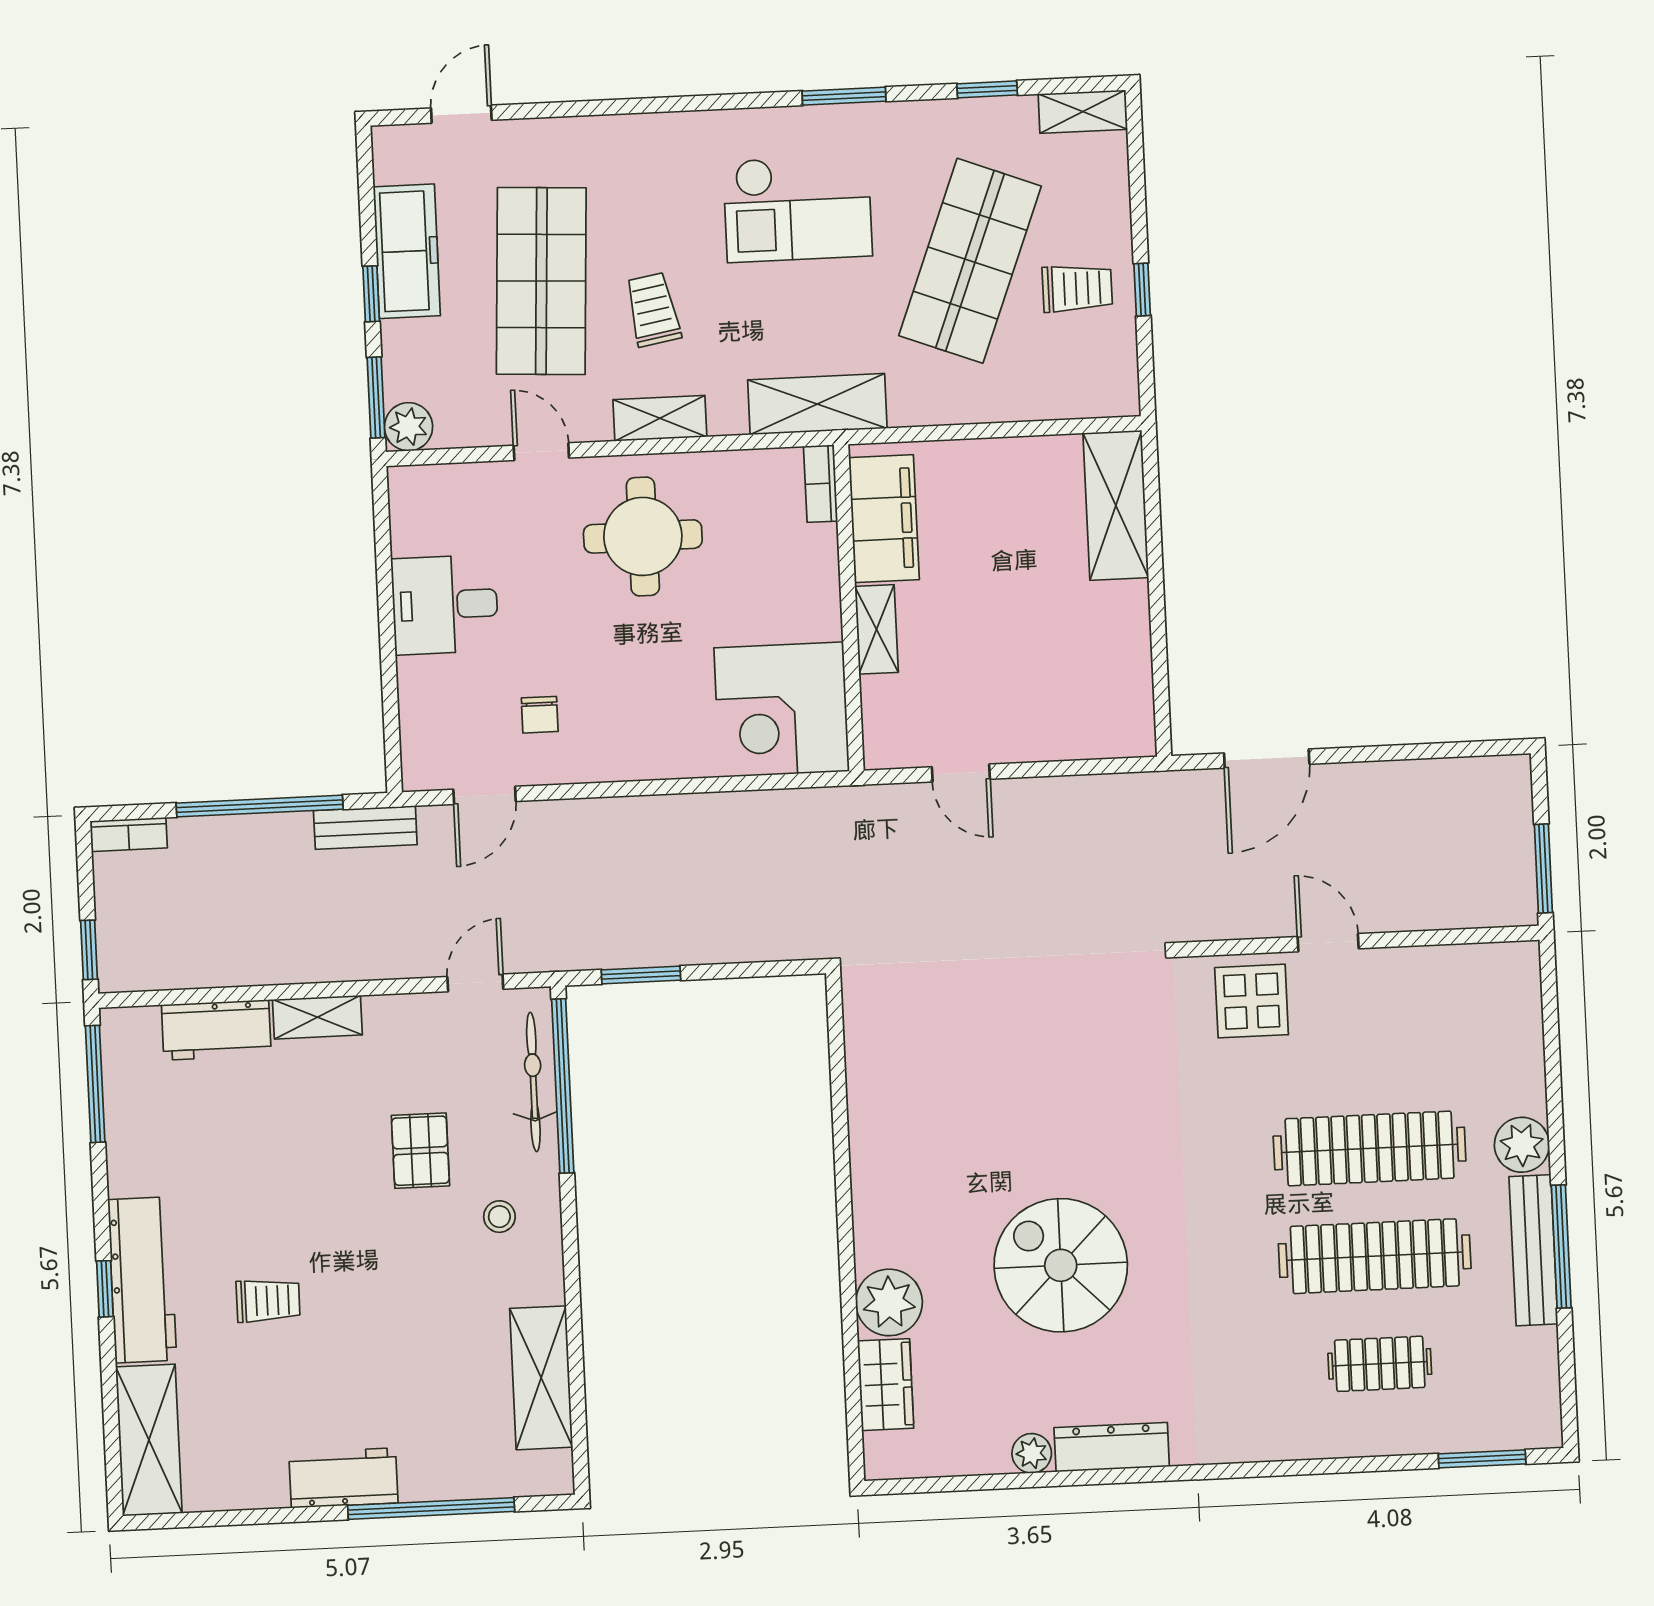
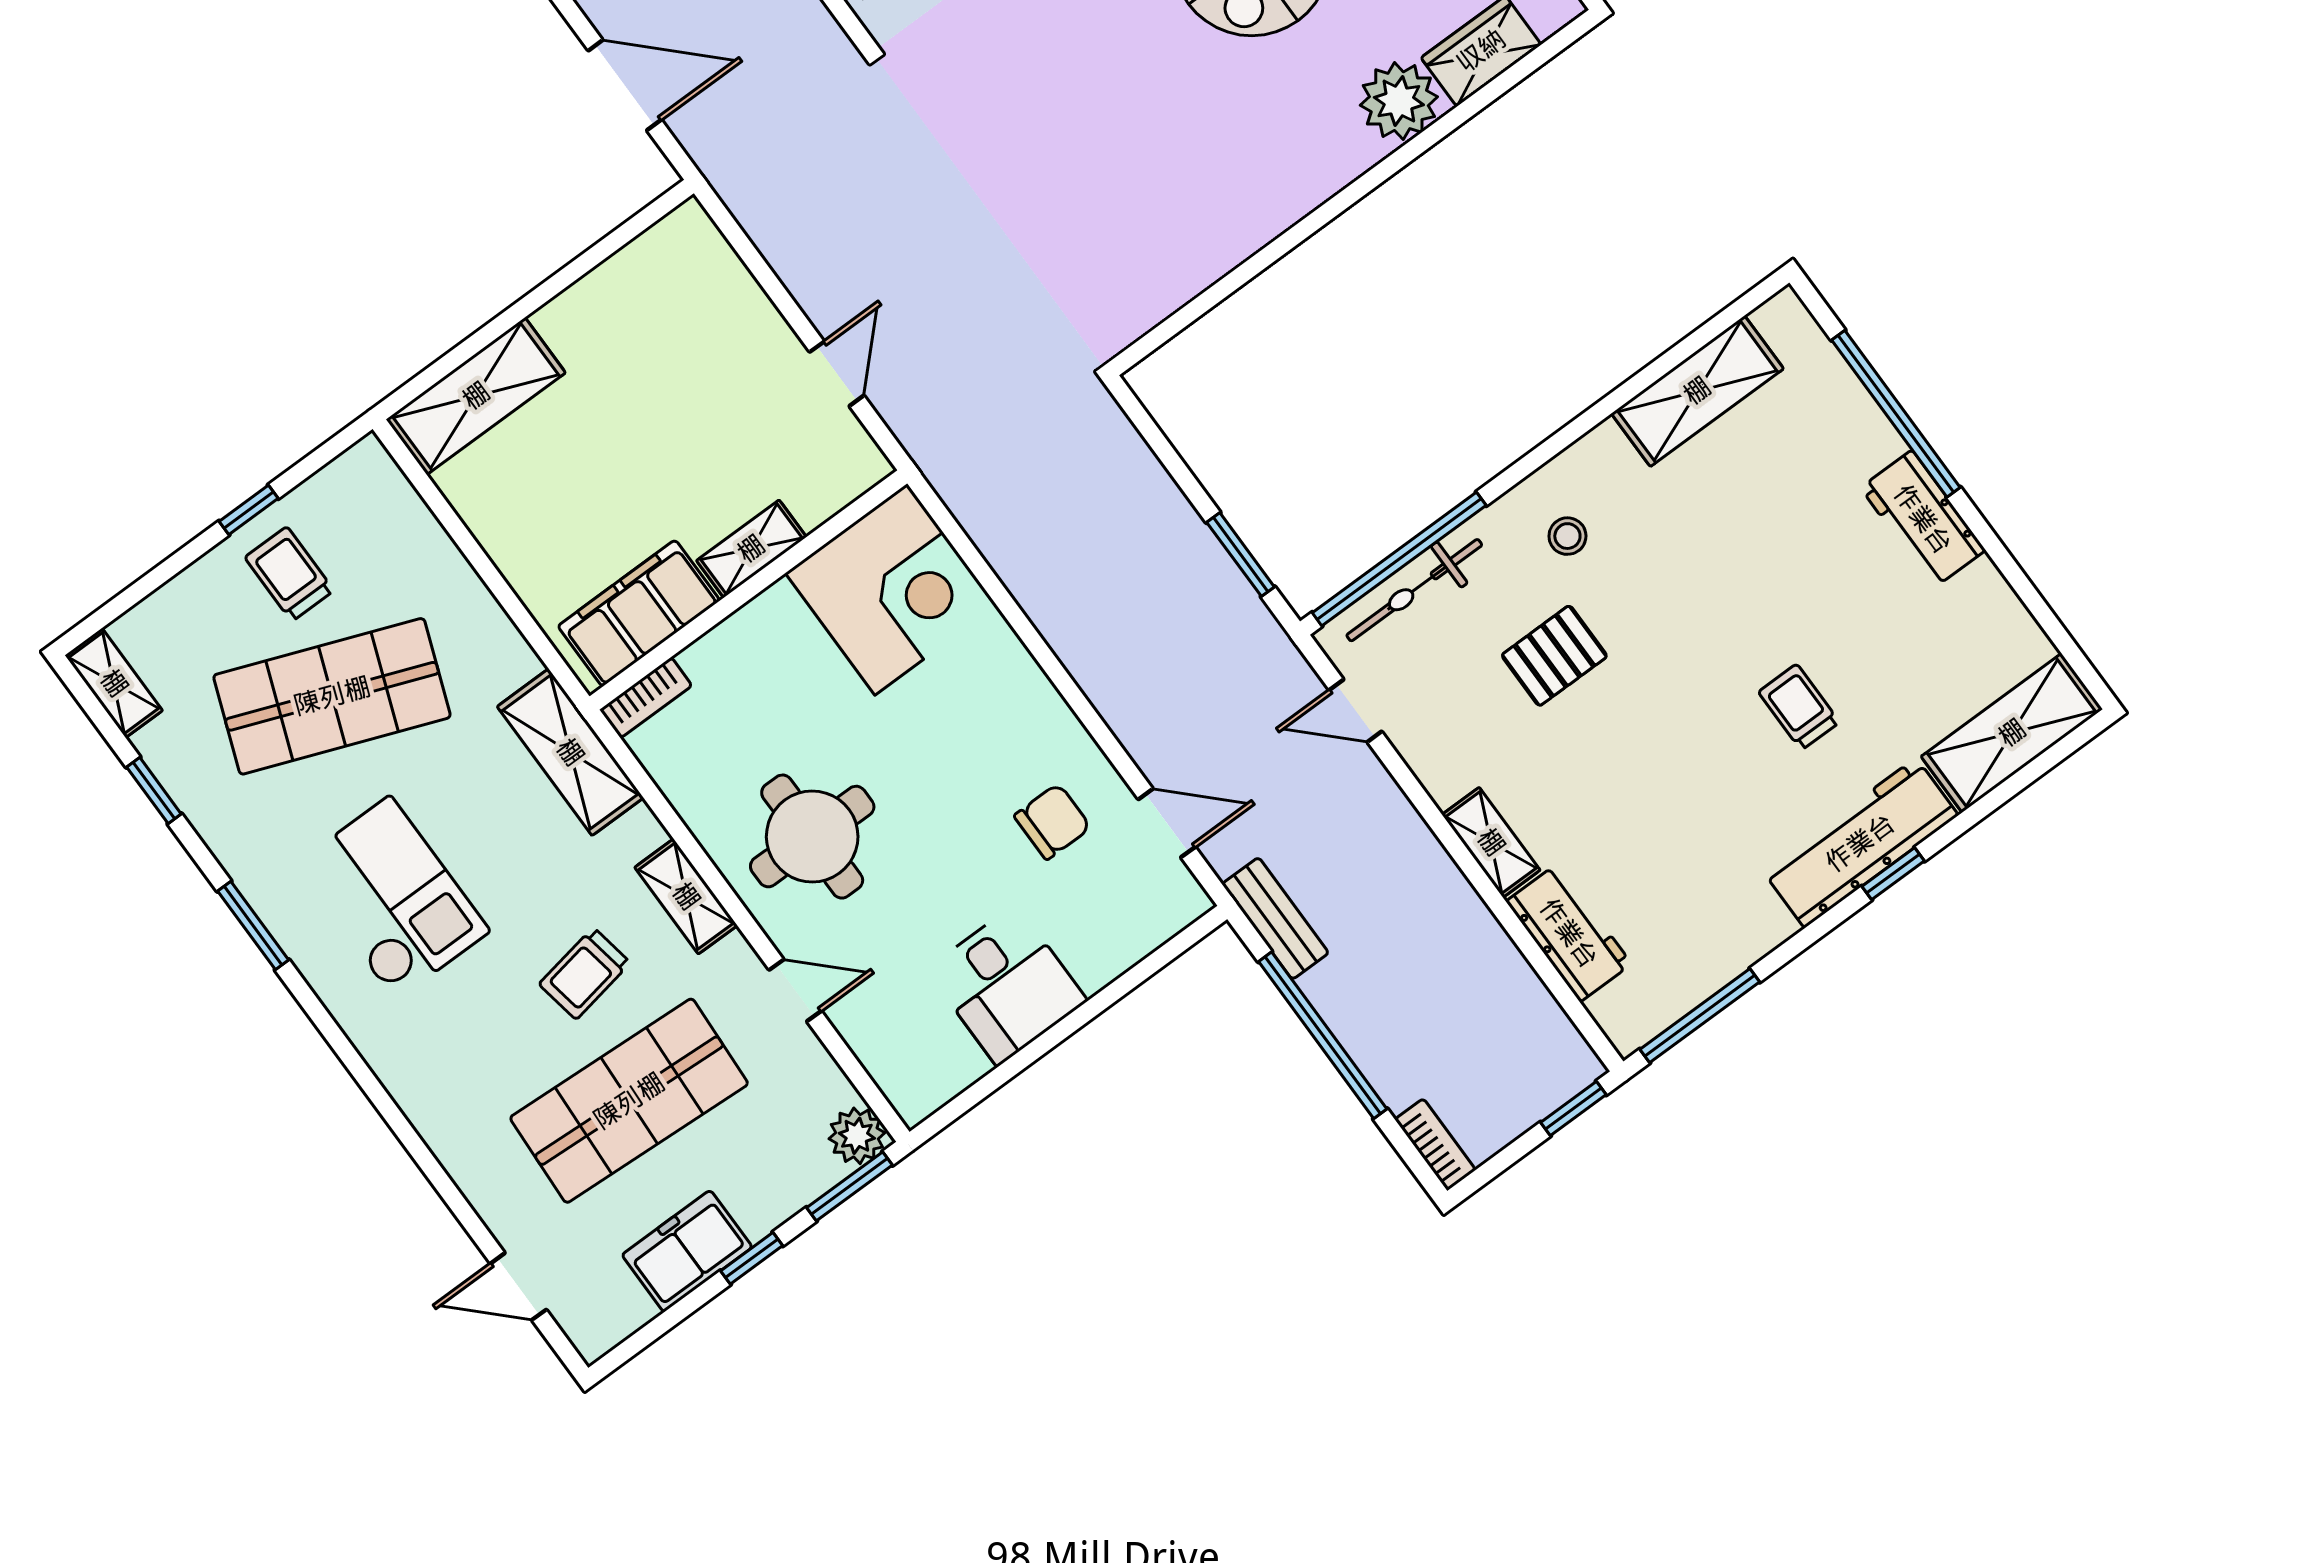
freezer: (407, 251) -> (687, 1251), width x0.71
door: (541, 452) -> (795, 990), swing flipped
chair: (540, 715) -> (1053, 822), width x1.37, depth x1.37

